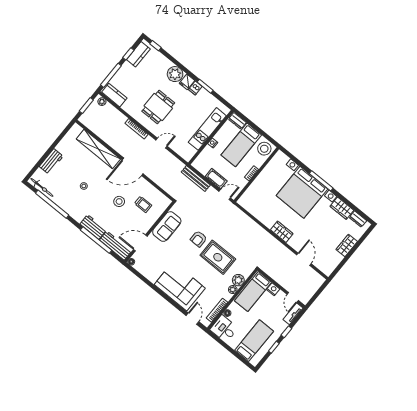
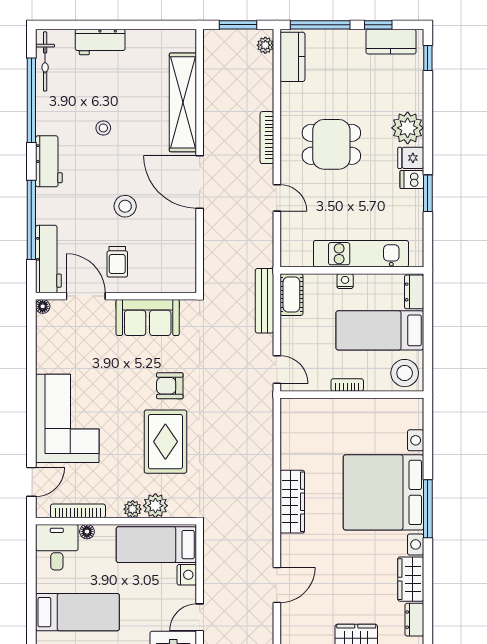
cot: (216, 179) -> (291, 295), moved
trolley: (143, 204) -> (117, 262), moved
workbench: (93, 227) -> (49, 161), moved
wardrobe: (282, 232) -> (292, 502), width x1.50

